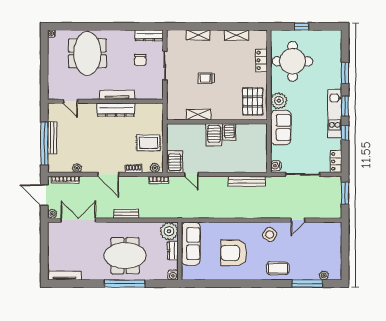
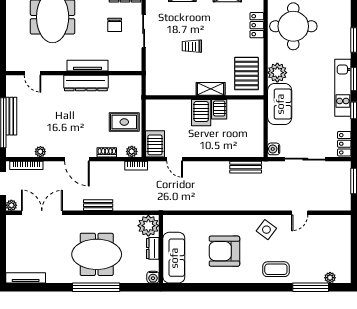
shelving: (198, 115) -> (211, 89), moved
bench: (247, 181) -> (246, 167), width x0.73
sofa: (191, 244) -> (174, 258), moved

